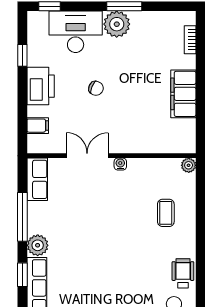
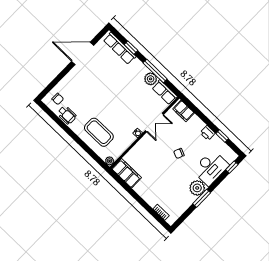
printer: (41, 86) -> (208, 133), width x0.53, depth x0.68
filing cabinet: (183, 94) -> (127, 173), moved
filing cabinet: (38, 126) -> (184, 111), width x2.00
coffee table: (166, 213) -> (99, 132), width x1.86, depth x1.72
plant: (38, 245) -> (151, 79), moved

